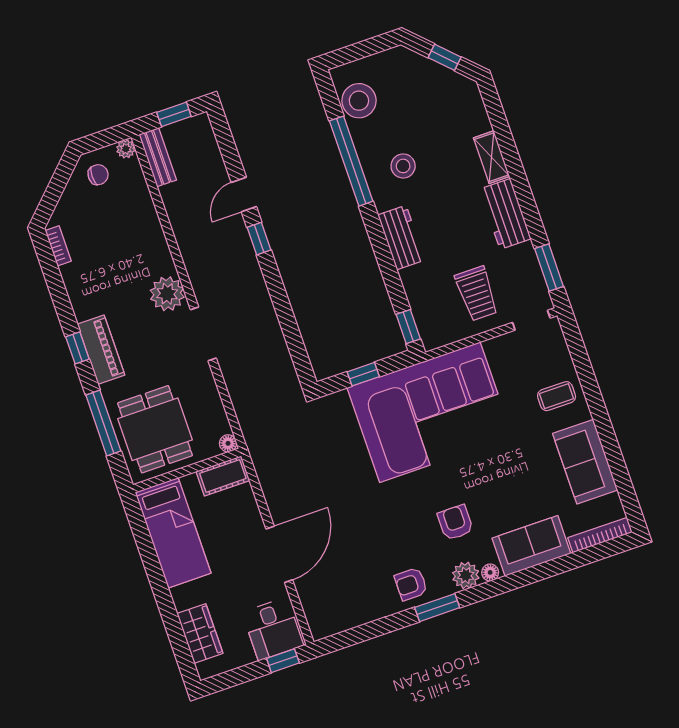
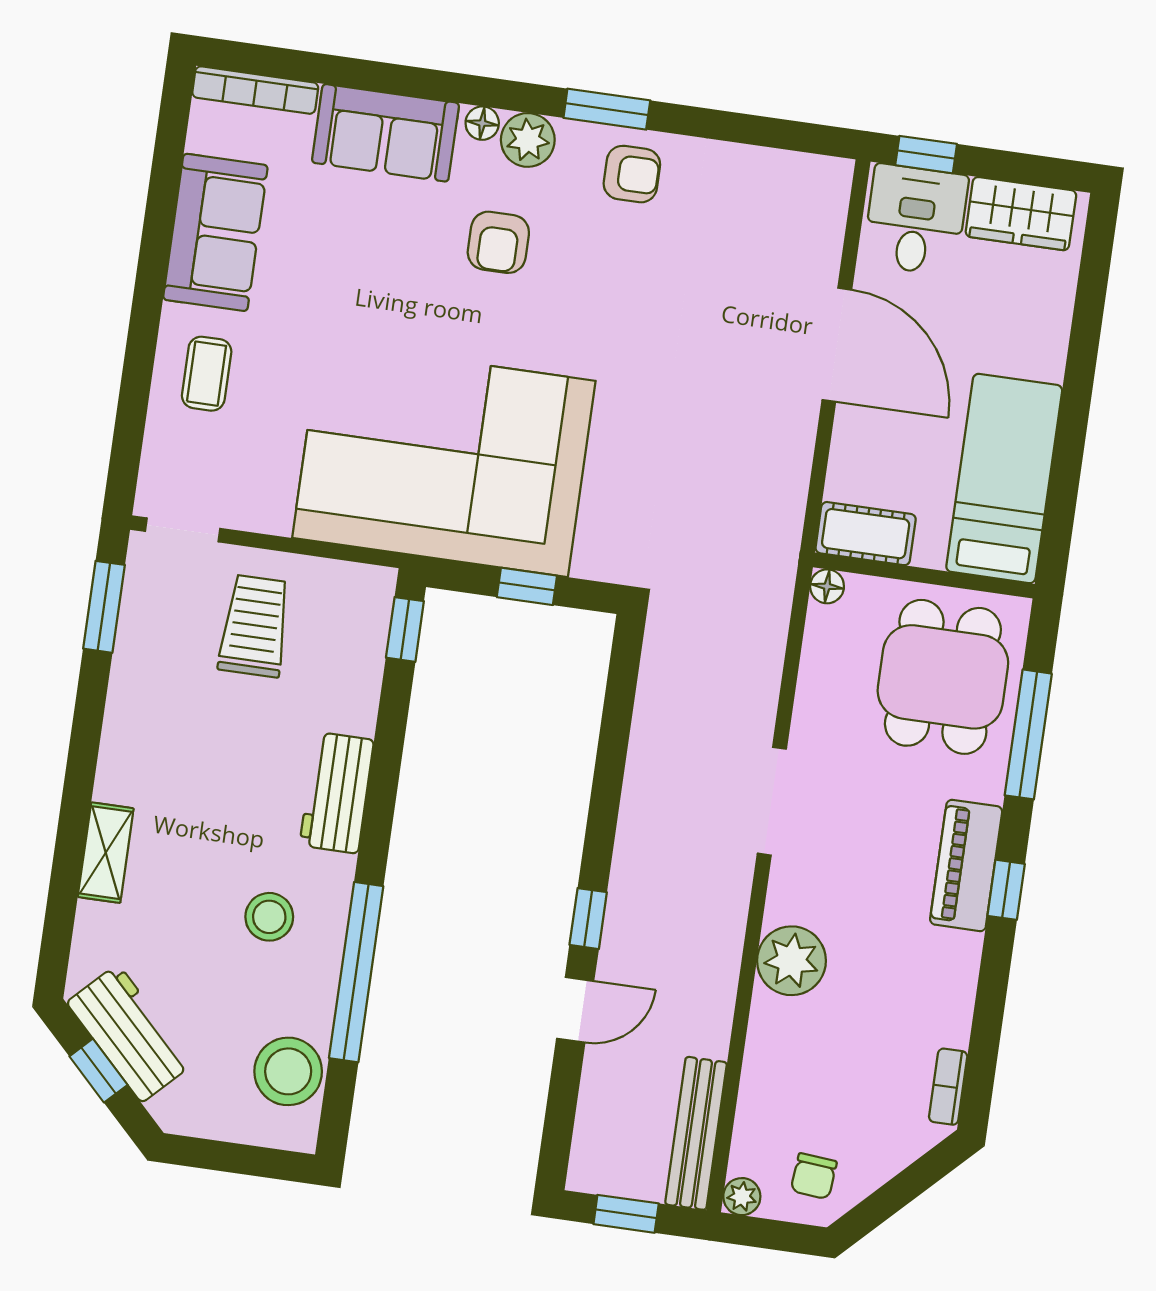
bench: (158, 157) -> (696, 1133), width x1.36
chair: (98, 175) -> (814, 1176), turned -85
workbench: (505, 214) -> (130, 1033), moved, turned -45
plant: (167, 294) -> (791, 961), moved
coffee table: (557, 396) -> (207, 374), turned 90
door: (279, 554) -> (837, 345), swing flipped
wardrobe: (200, 633) -> (1021, 214), moved, turned -90

